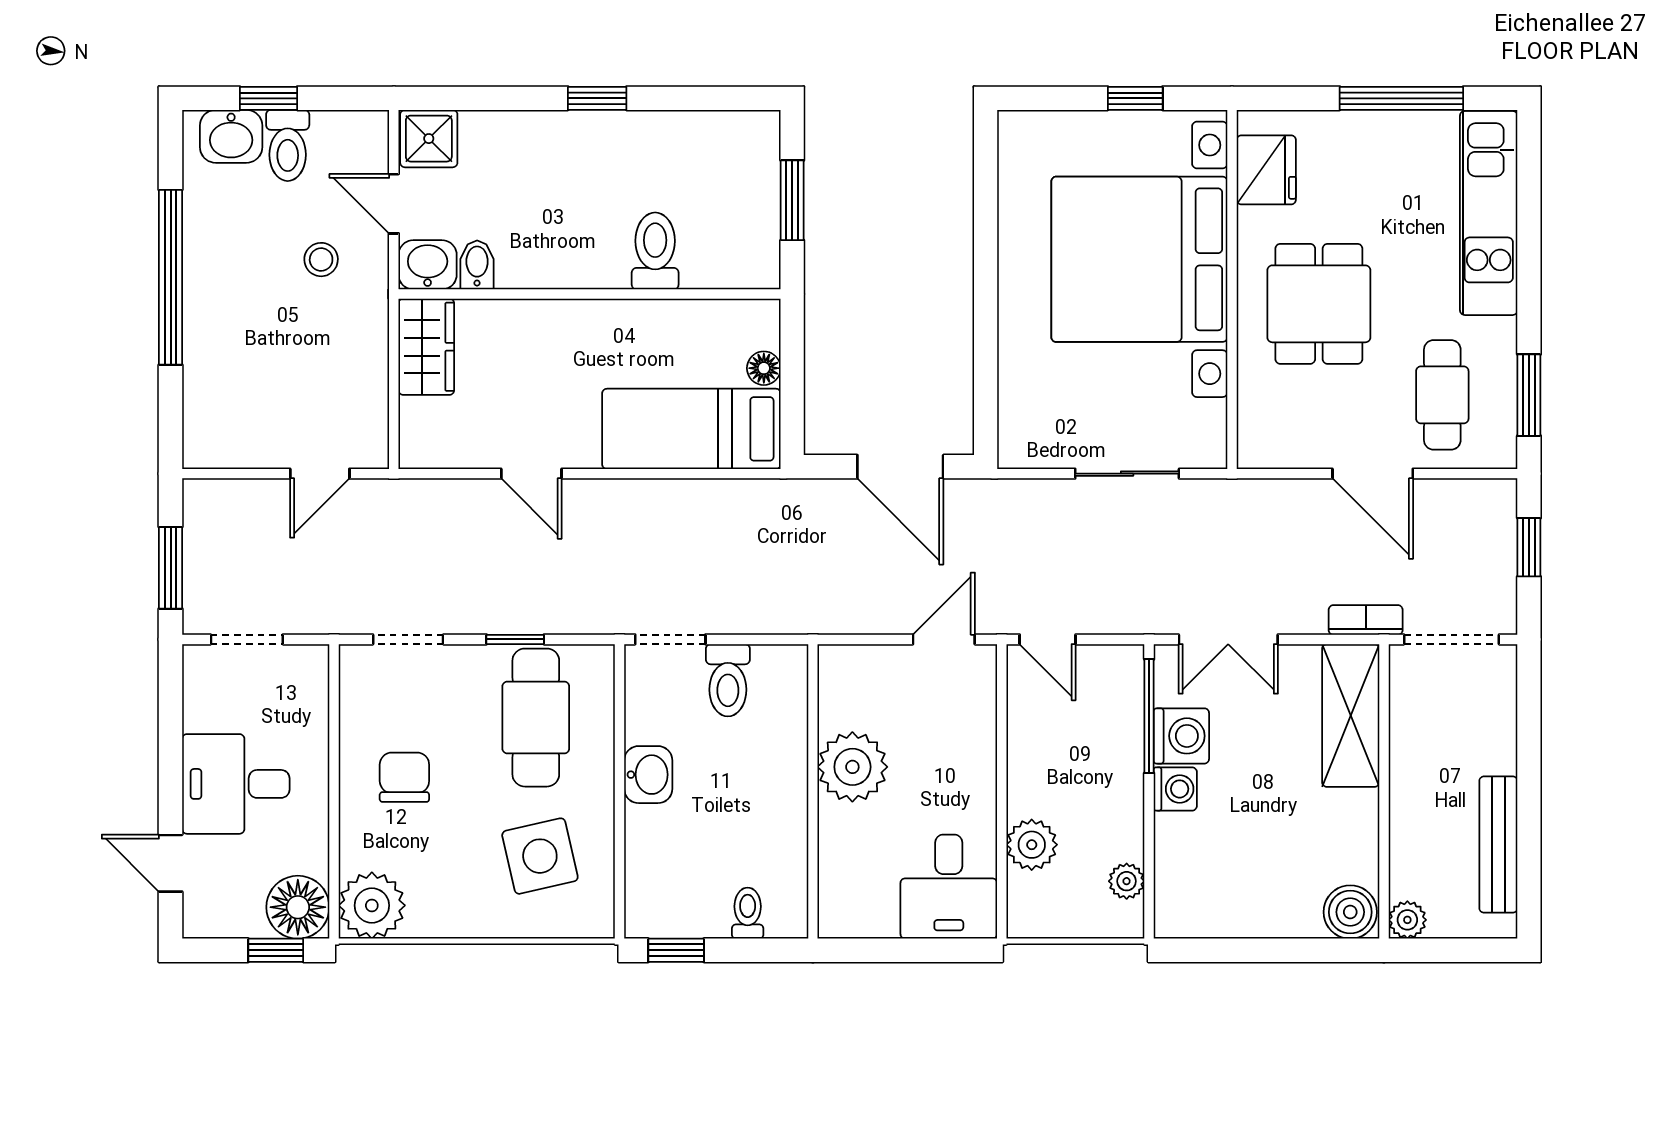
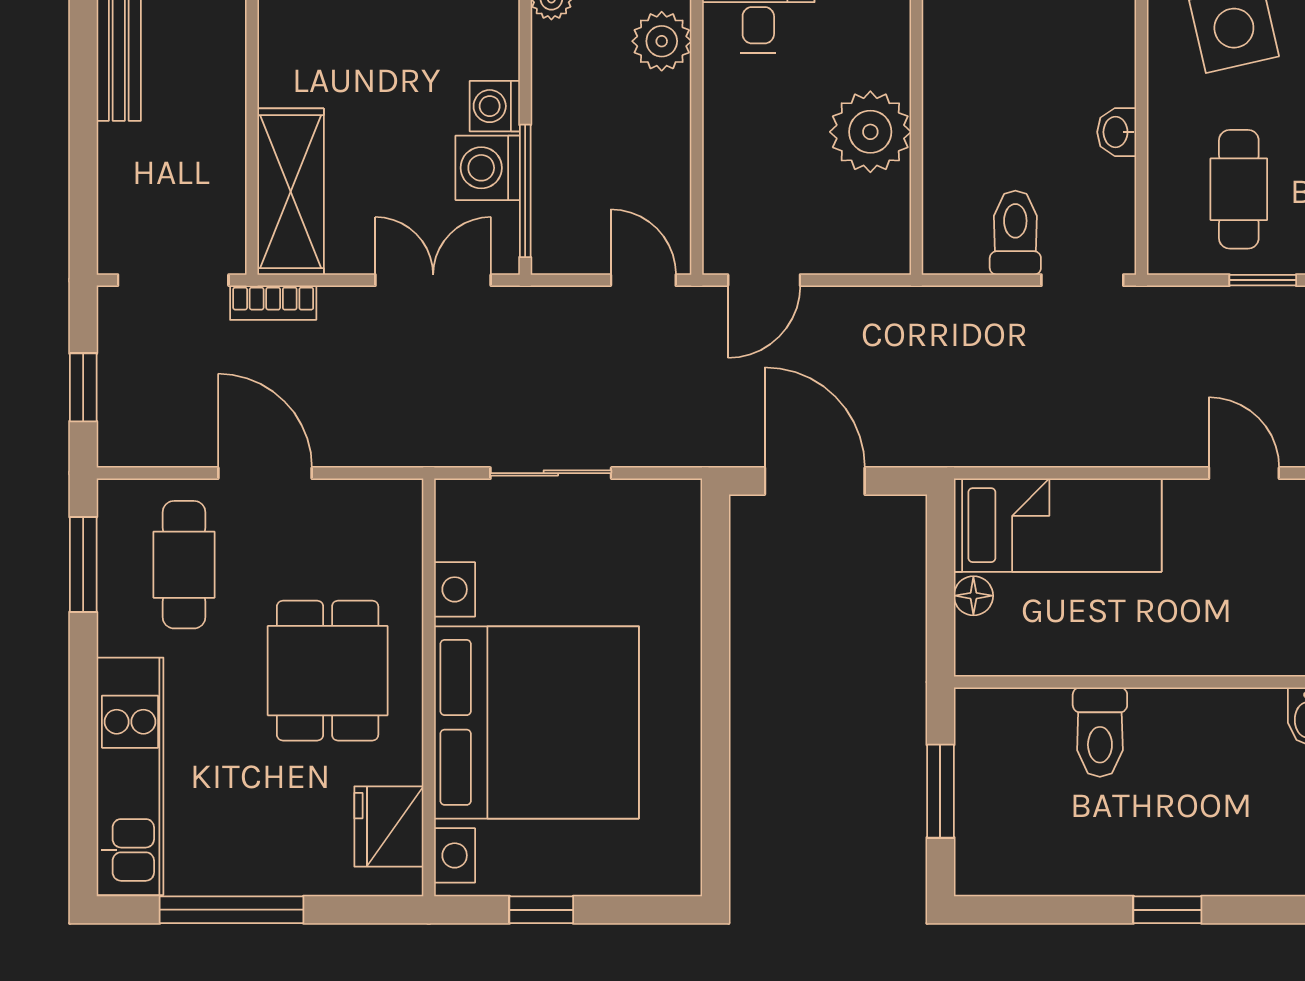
cafe table: (536, 718) -> (1239, 189), width x0.73, depth x0.74
washbasin: (648, 775) -> (1117, 132), width x0.72, depth x0.69

